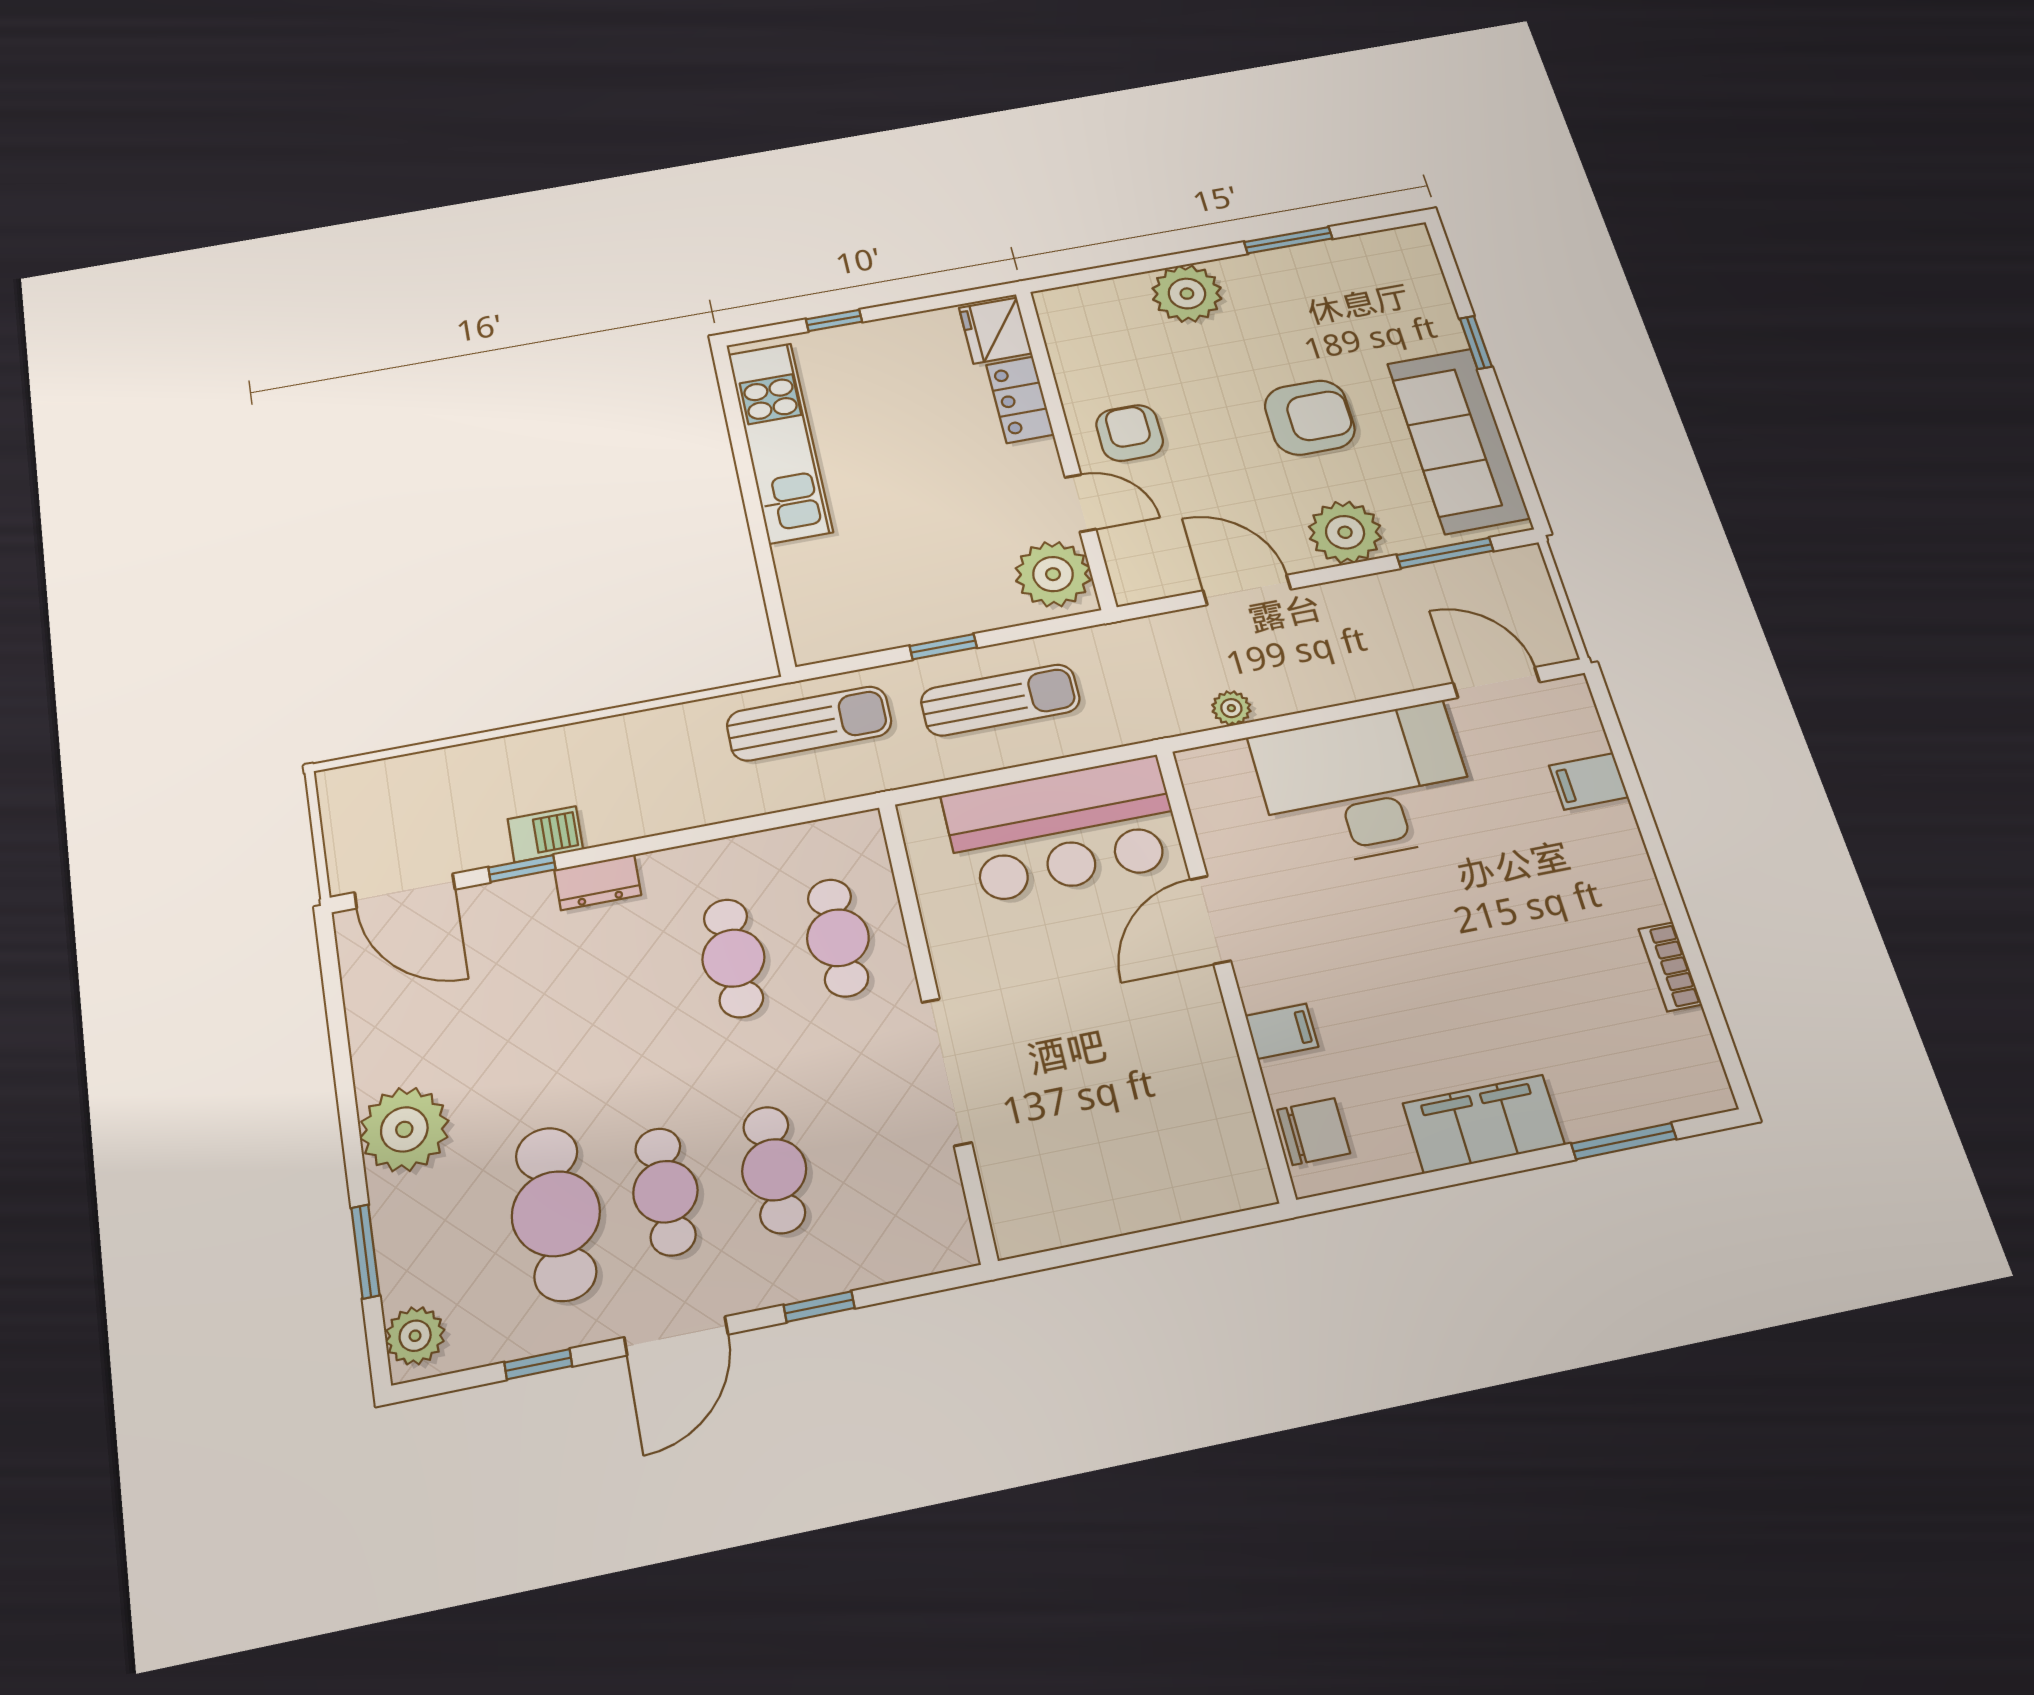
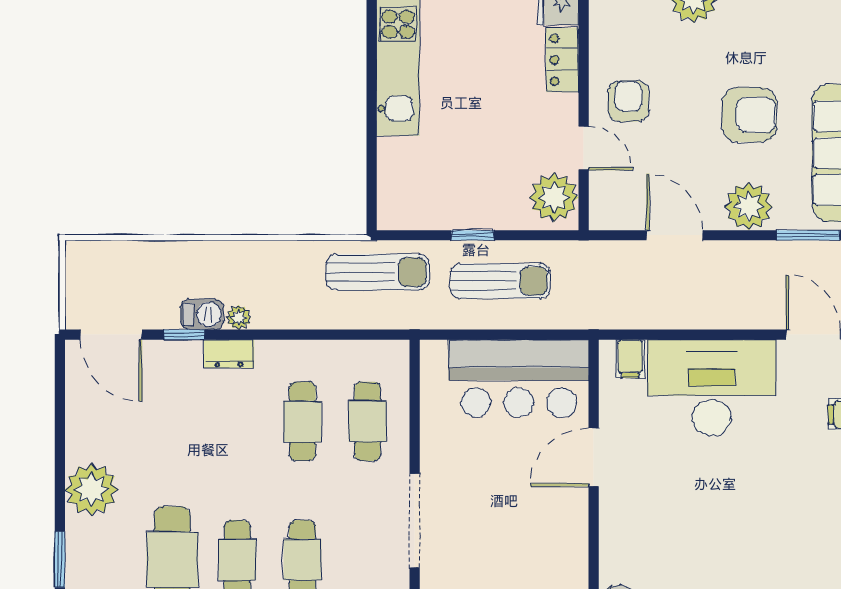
plant: (1231, 708) -> (239, 317), moved
filing cabinet: (1282, 1031) -> (630, 359), moved, turned 90

